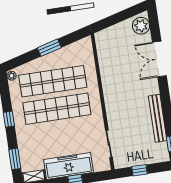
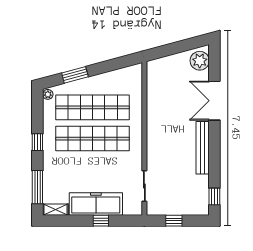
window: (49, 48) -> (75, 75), moved
bench: (158, 118) -> (203, 148), moved
window: (15, 159) -> (37, 187), width x1.44

